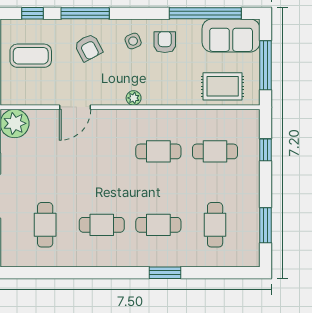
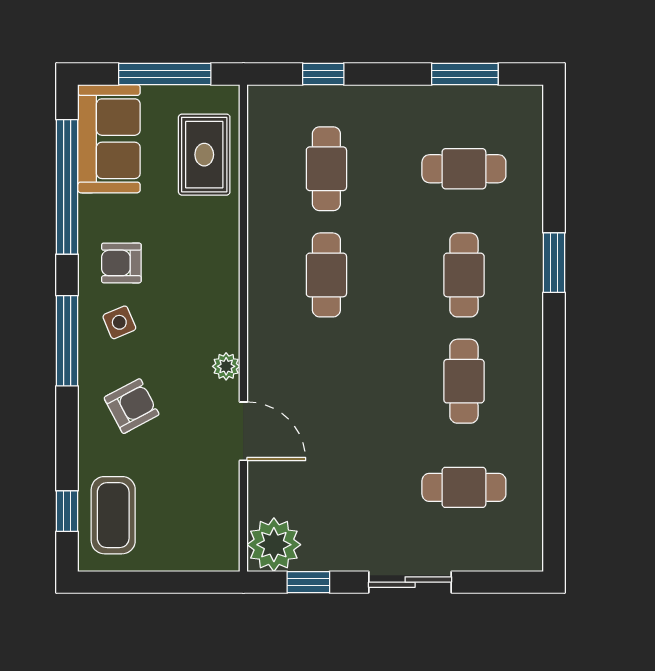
window: (85, 13) -> (67, 341), moved
coffee table: (31, 56) -> (113, 515), moved
plant: (134, 98) -> (226, 366), moved

